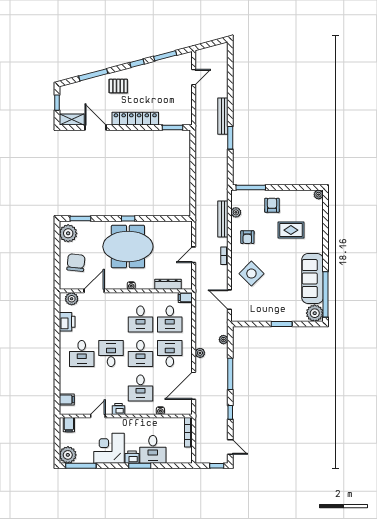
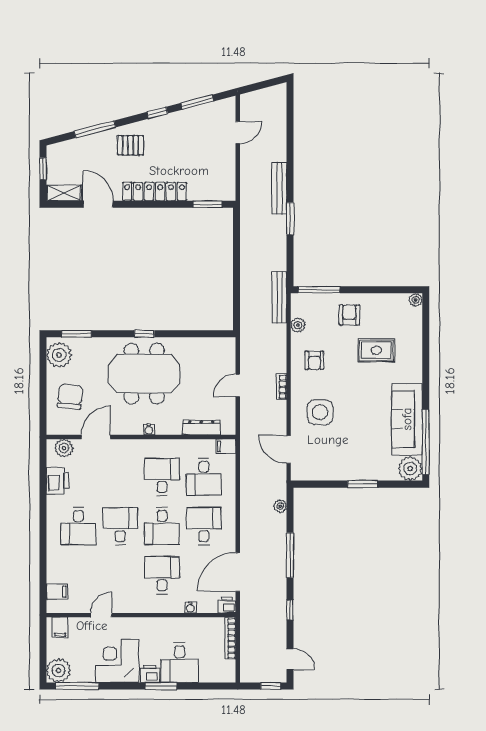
bench: (223, 219) -> (279, 297), moved
side table: (251, 274) -> (320, 412), turned 45
desk: (140, 319) -> (162, 477), turned 180
plant: (200, 353) -> (247, 525), removed
desk: (140, 388) -> (162, 575), turned 180
printer: (118, 409) -> (227, 605), moved

